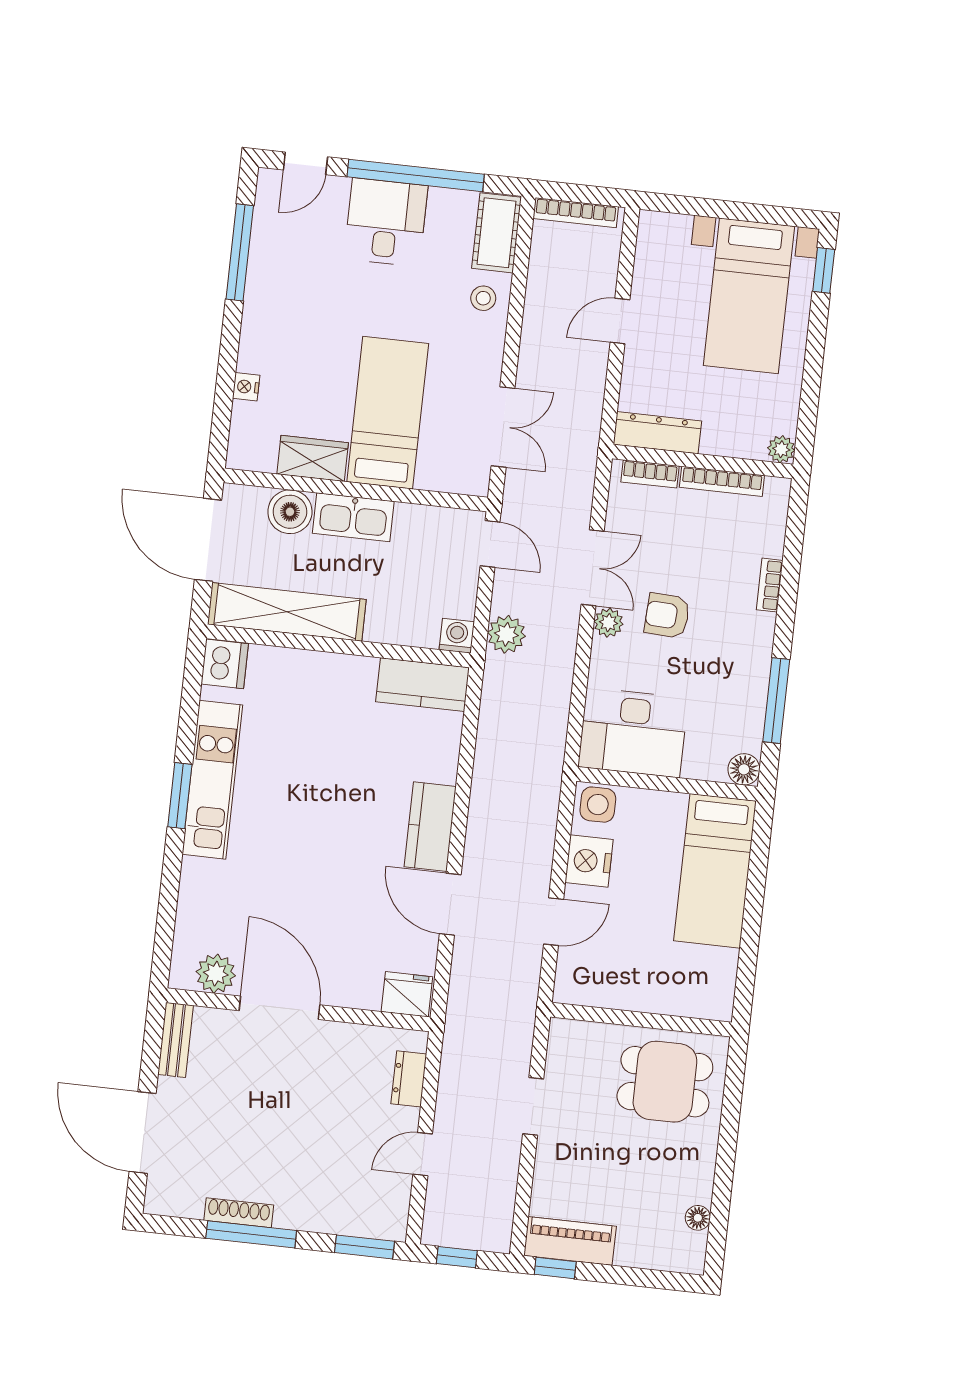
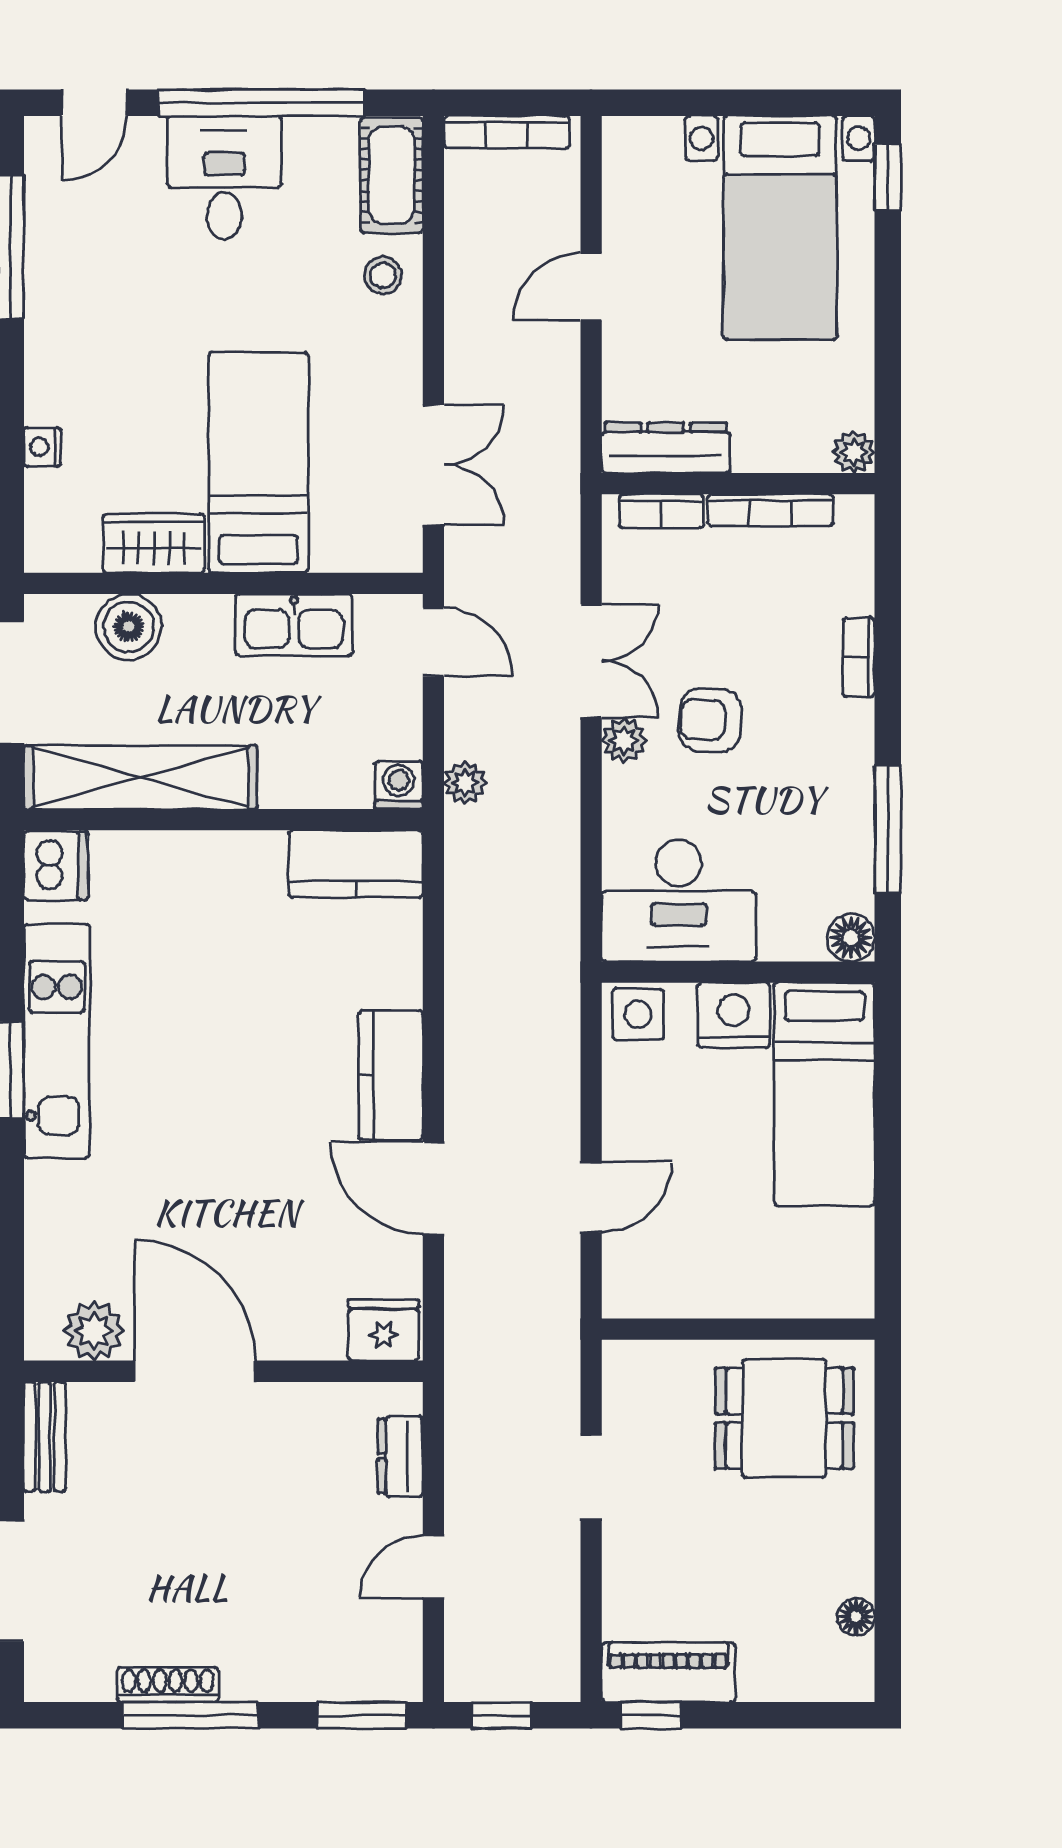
kitchen sink: (353, 517) -> (294, 625), moved
plant: (506, 634) -> (465, 783), width x0.73, depth x0.73
nightstand: (589, 861) -> (734, 1015), moved, turned 90

